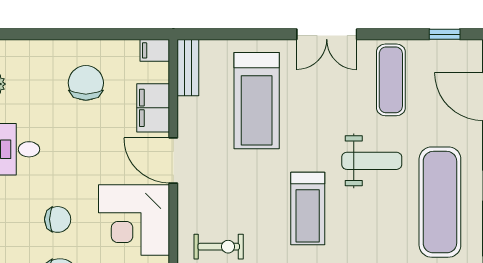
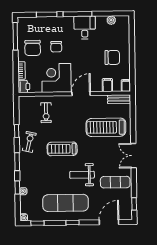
filing cabinet: (153, 108) -> (107, 85), width x0.50
weight bench: (372, 161) -> (82, 175), turned 90

